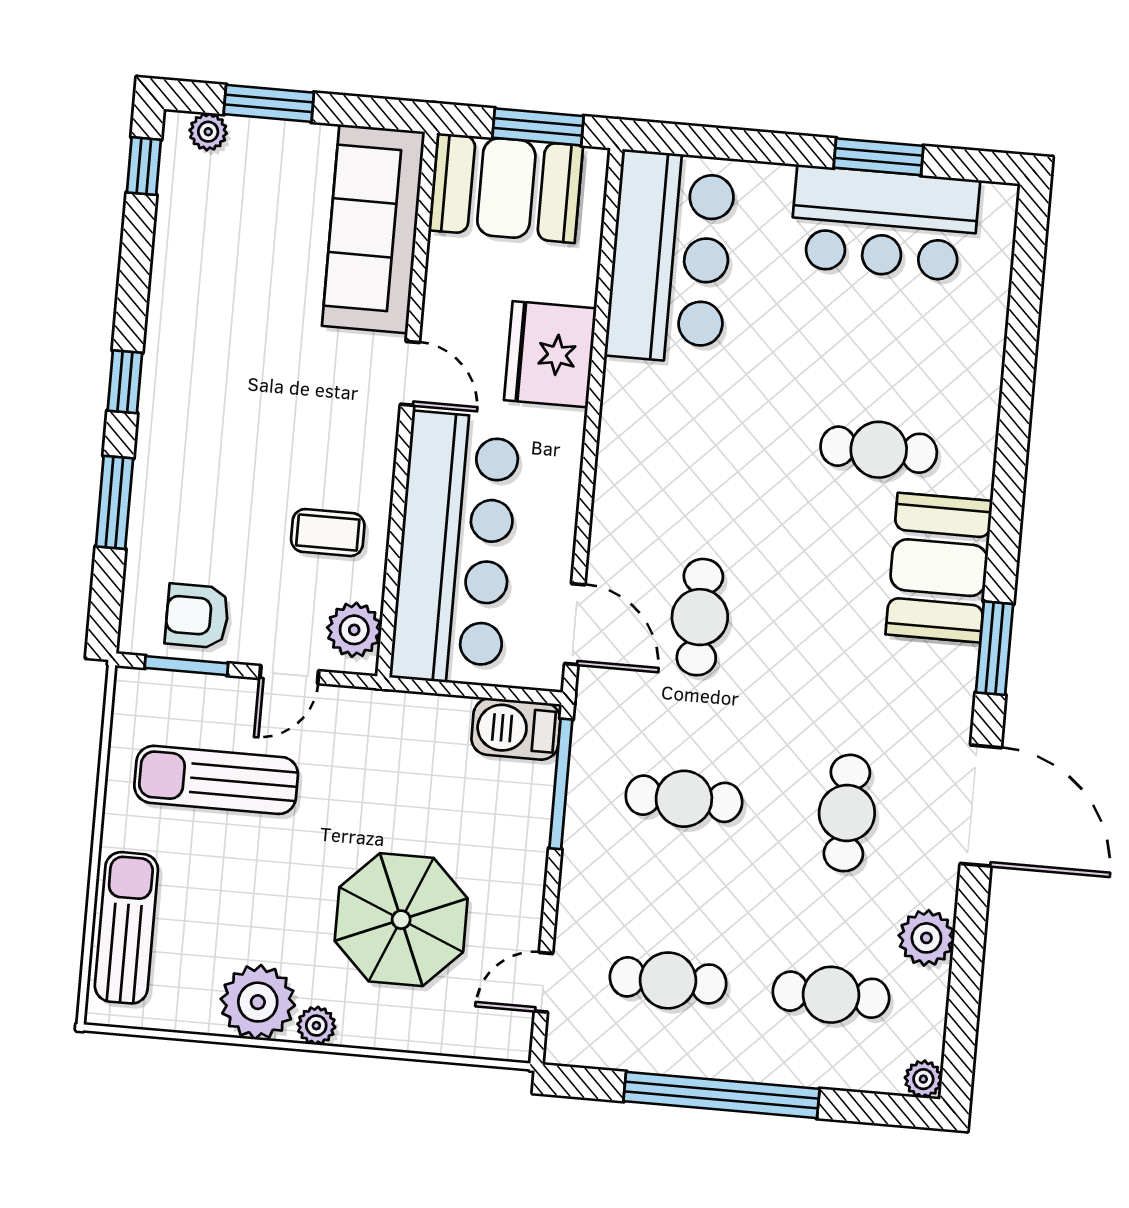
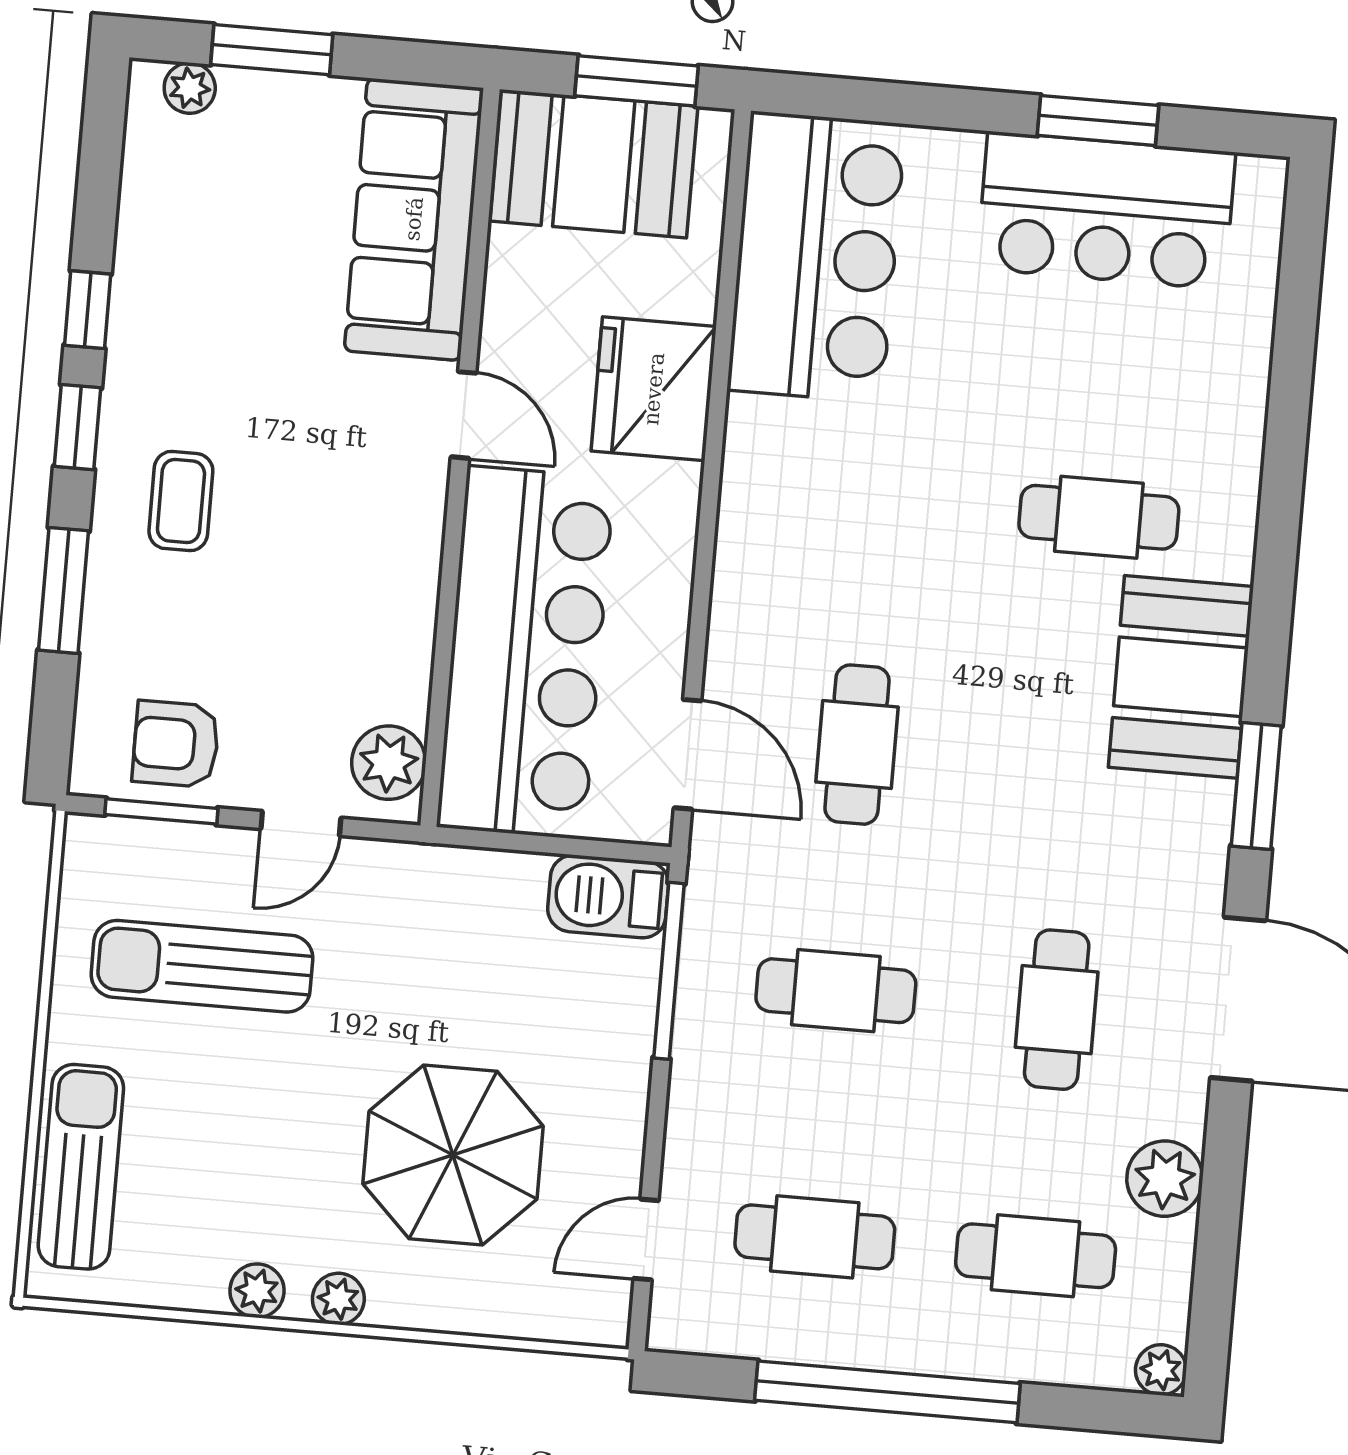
window: (144, 166) -> (88, 310), moved
coffee table: (328, 533) -> (181, 501), moved, turned 90
plant: (258, 1002) -> (257, 1291), width x0.53, depth x0.53

